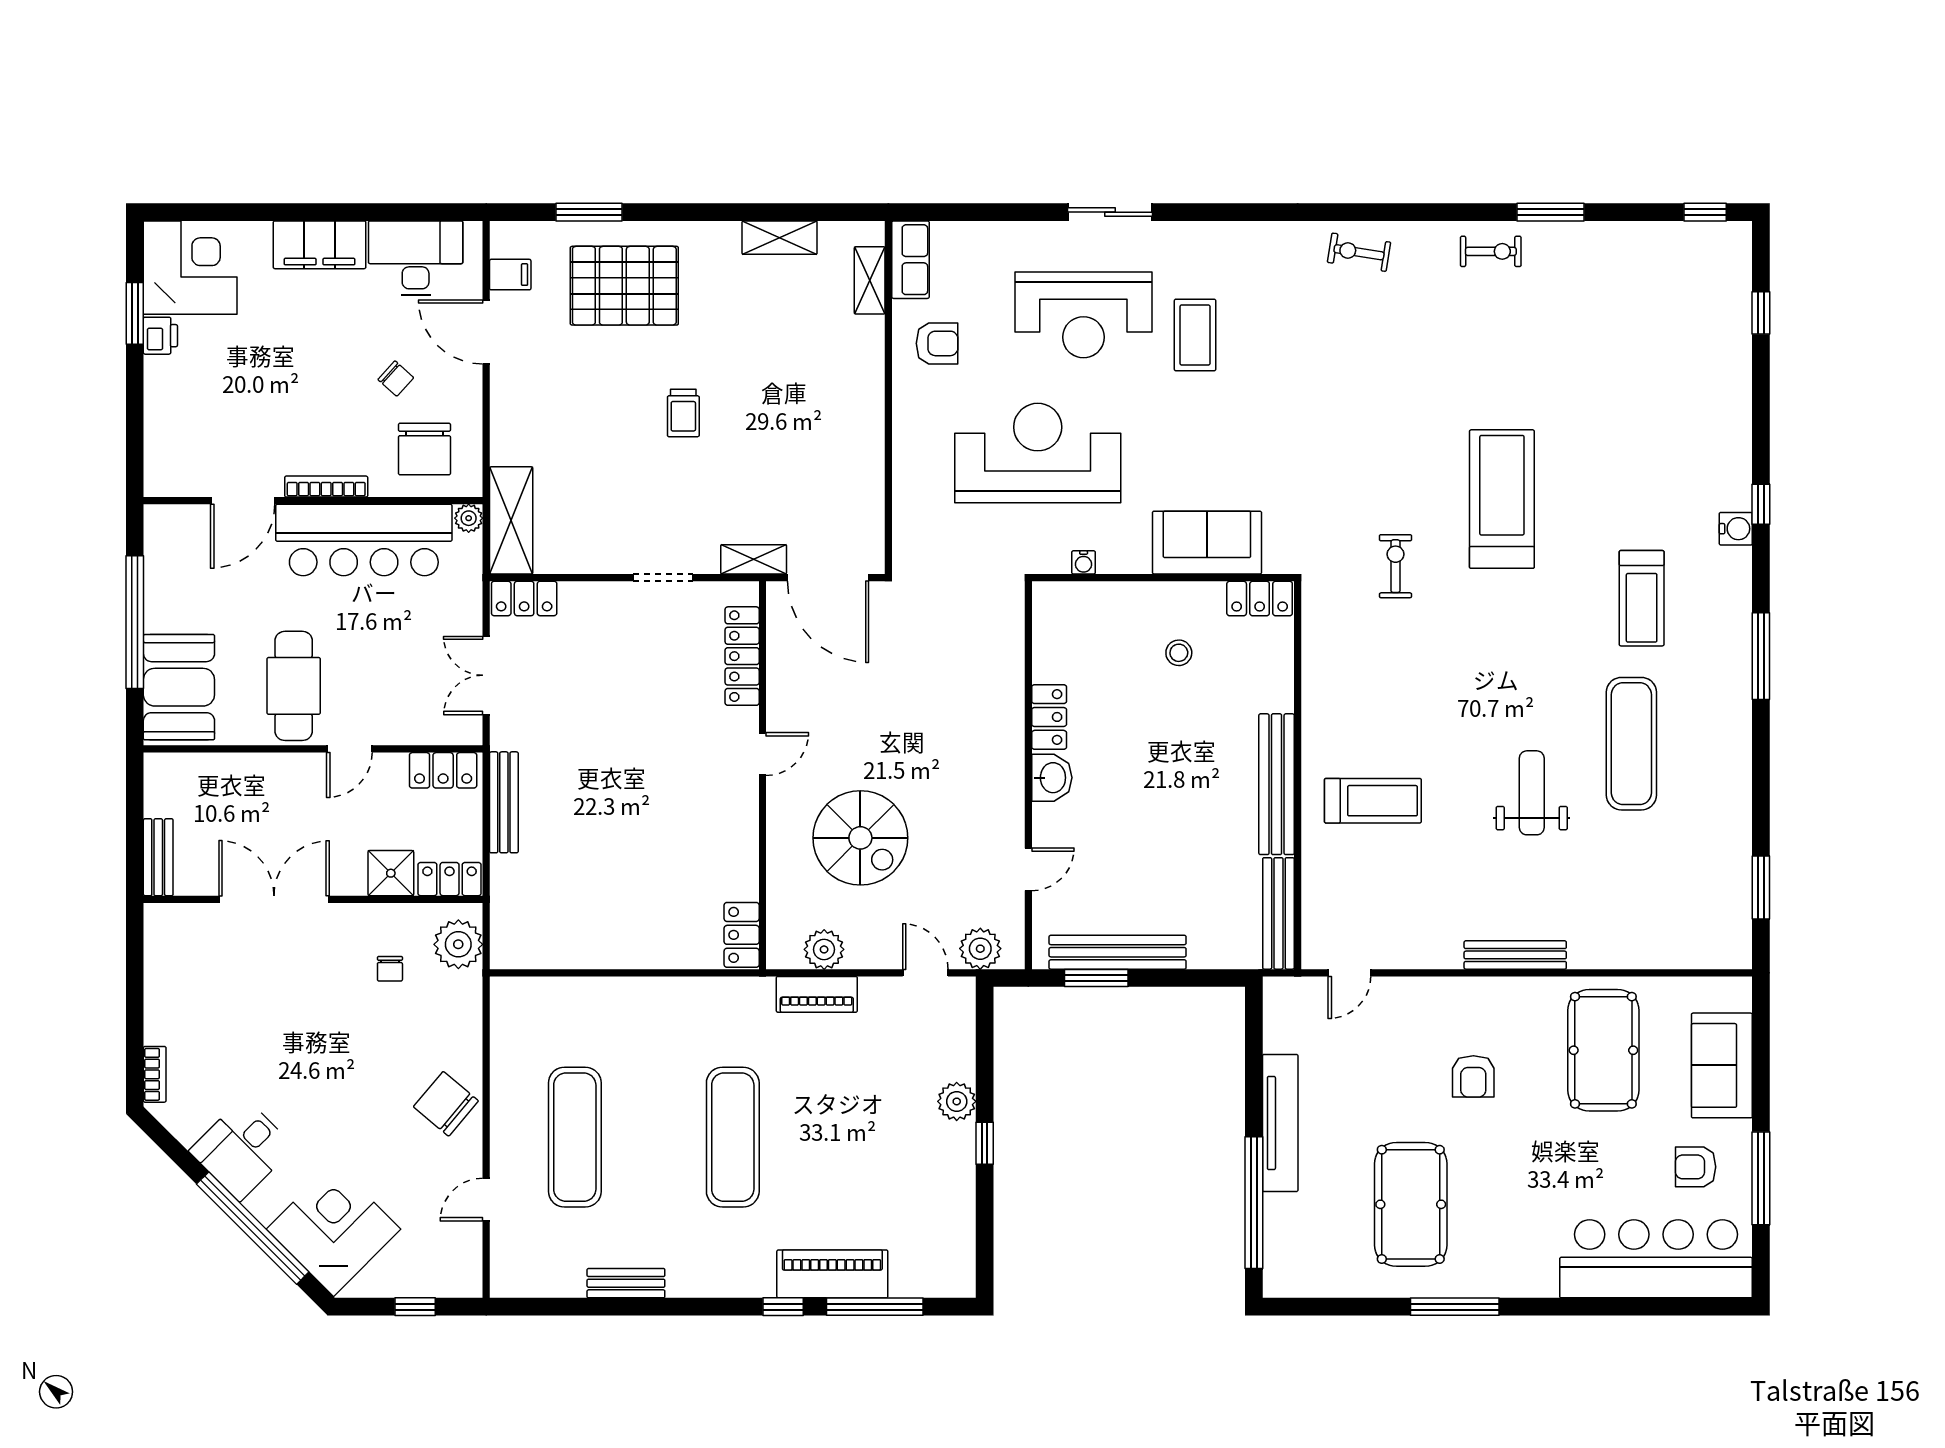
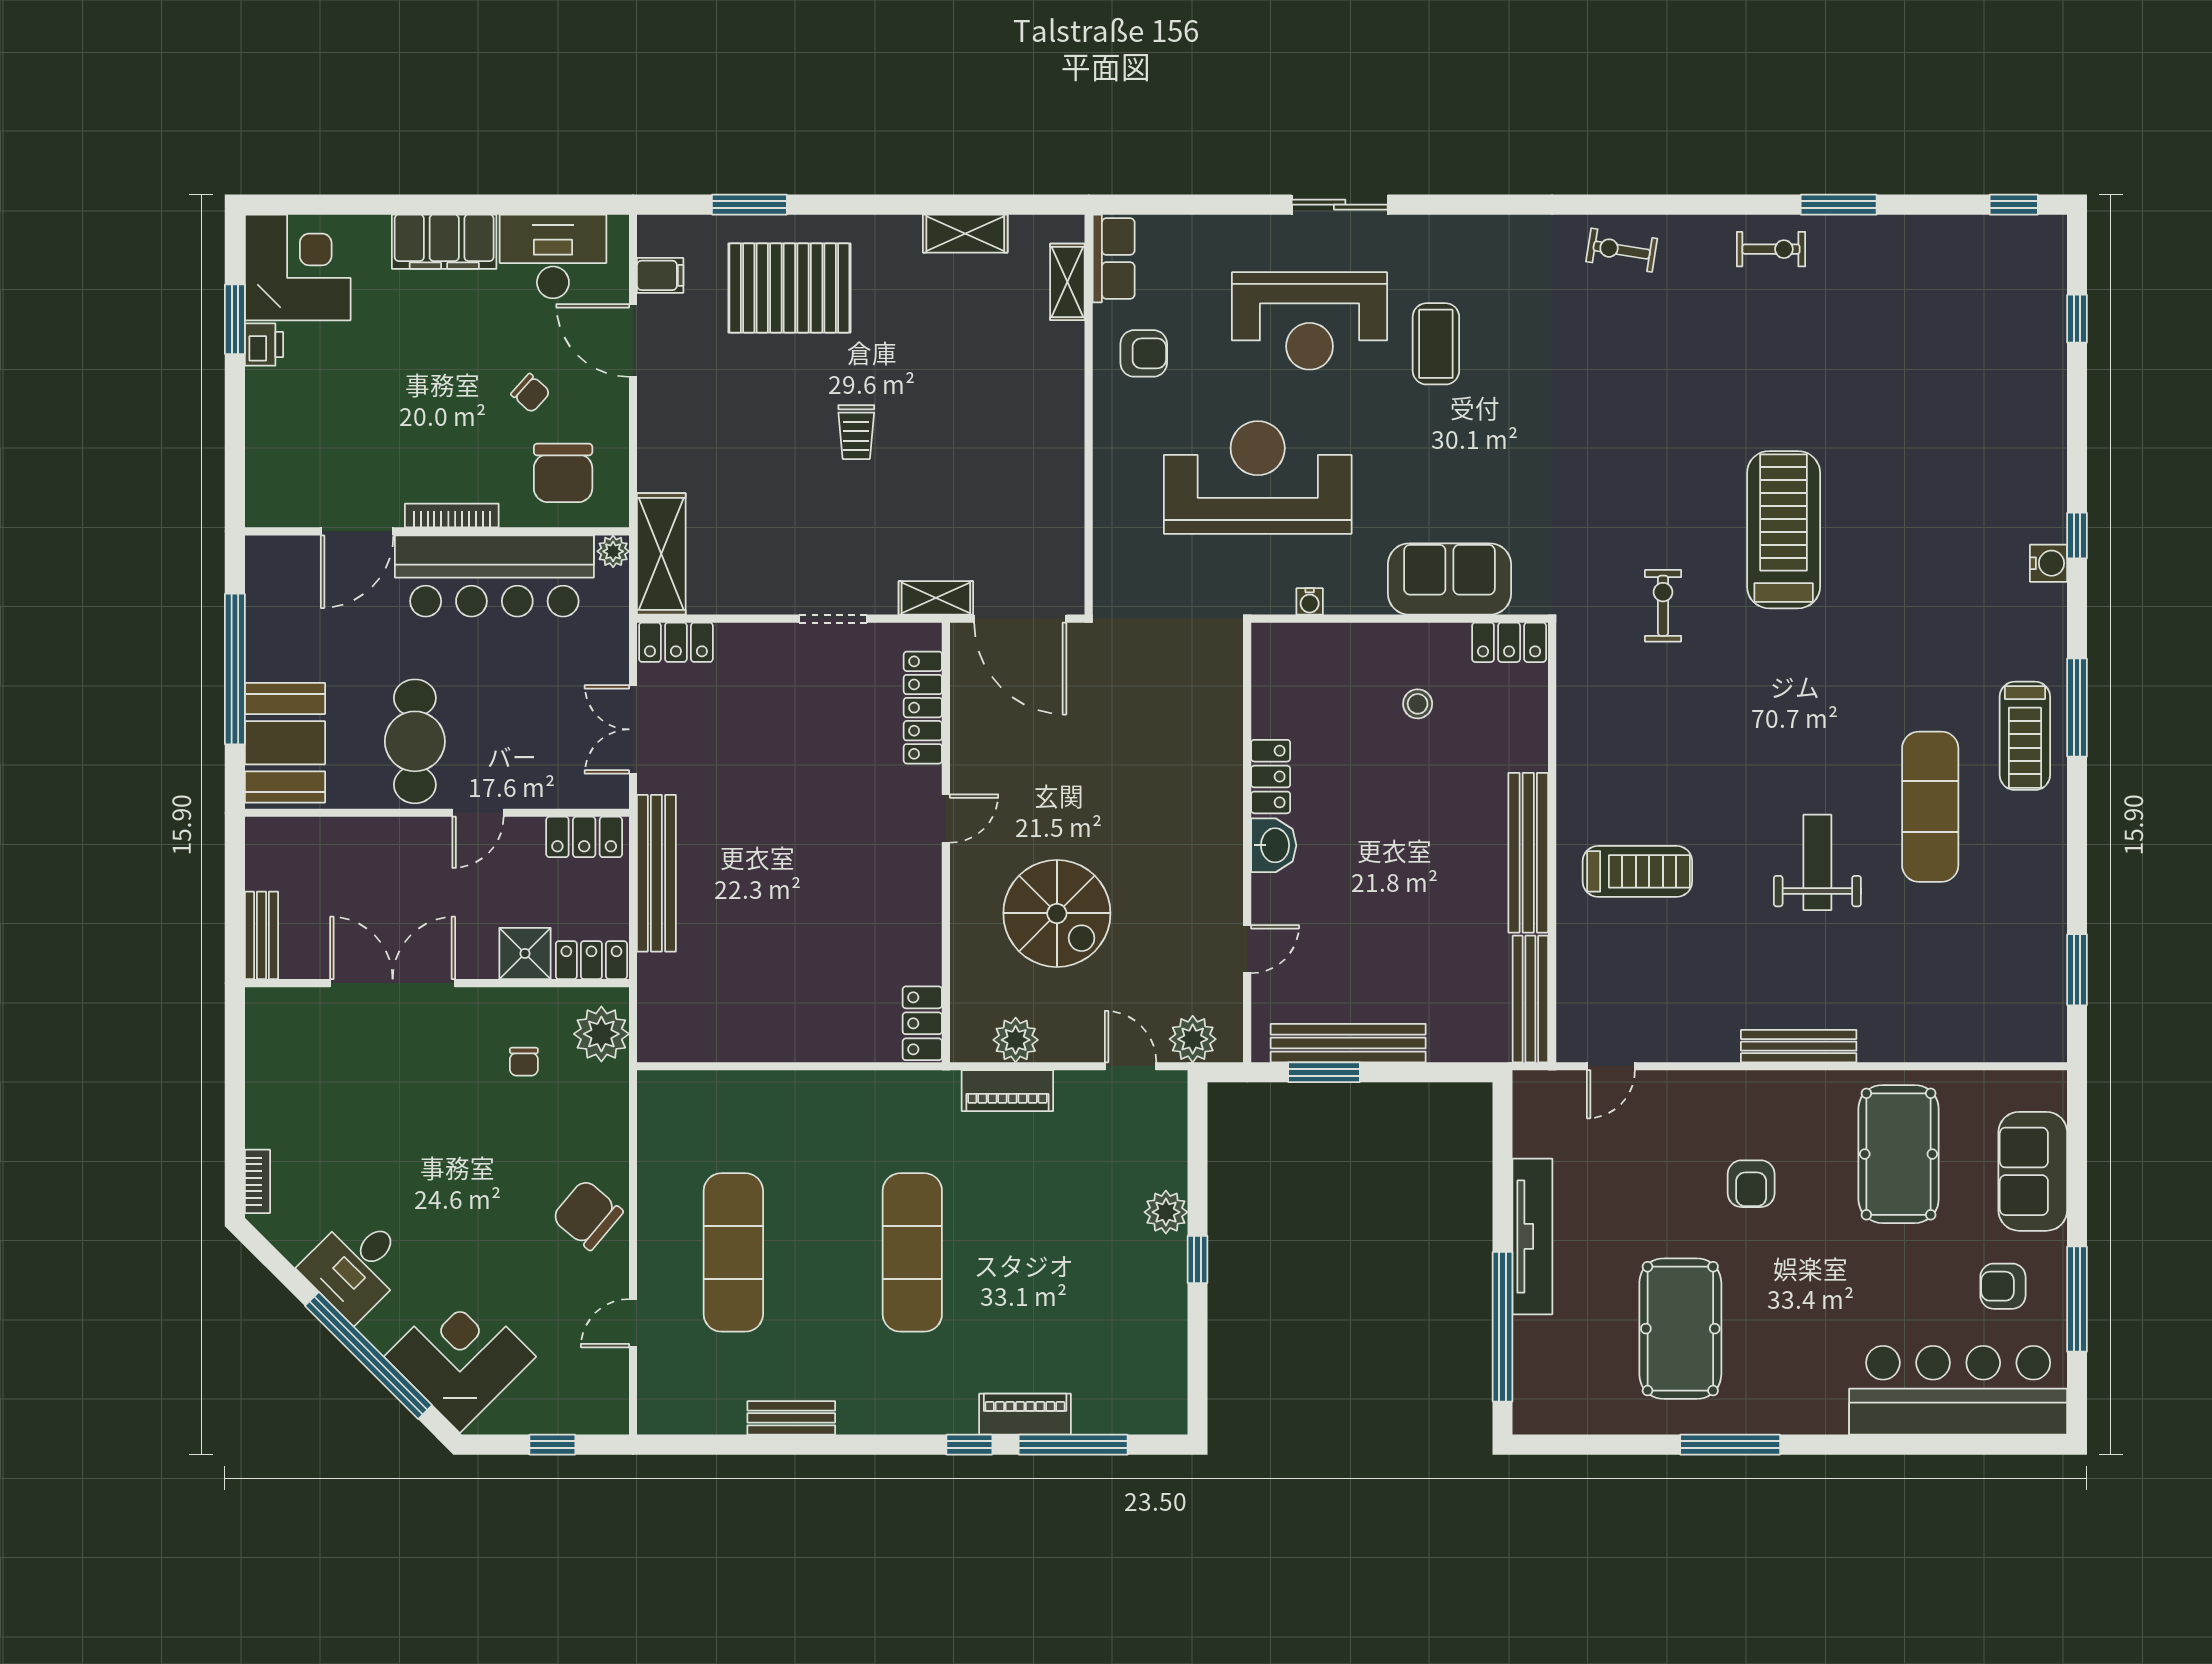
treadmill: (1642, 598) -> (2025, 736), moved
bench: (504, 802) -> (656, 873), width x1.37, depth x1.21
piano: (832, 1274) -> (1025, 1414), width x0.73, depth x0.75

